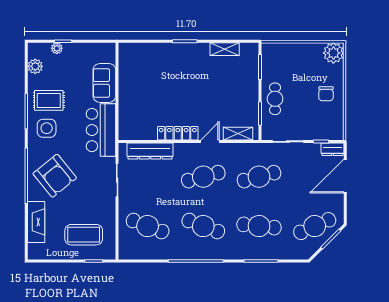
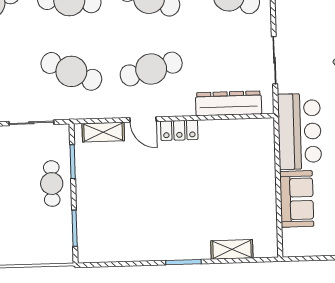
shelving: (225, 49) -> (232, 249), moved
locker: (178, 133) -> (179, 130), width x0.66
door: (210, 142) -> (143, 120), hinge flipped
cafe table: (259, 177) -> (71, 71), turned 39

